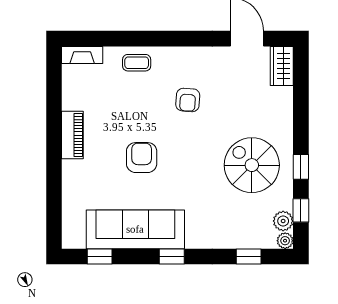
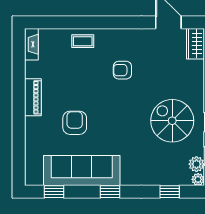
fireplace: (82, 55) -> (31, 44), moved, turned -90
armchair: (188, 100) -> (122, 70), turned 86
armchair: (142, 158) -> (75, 123), moved

